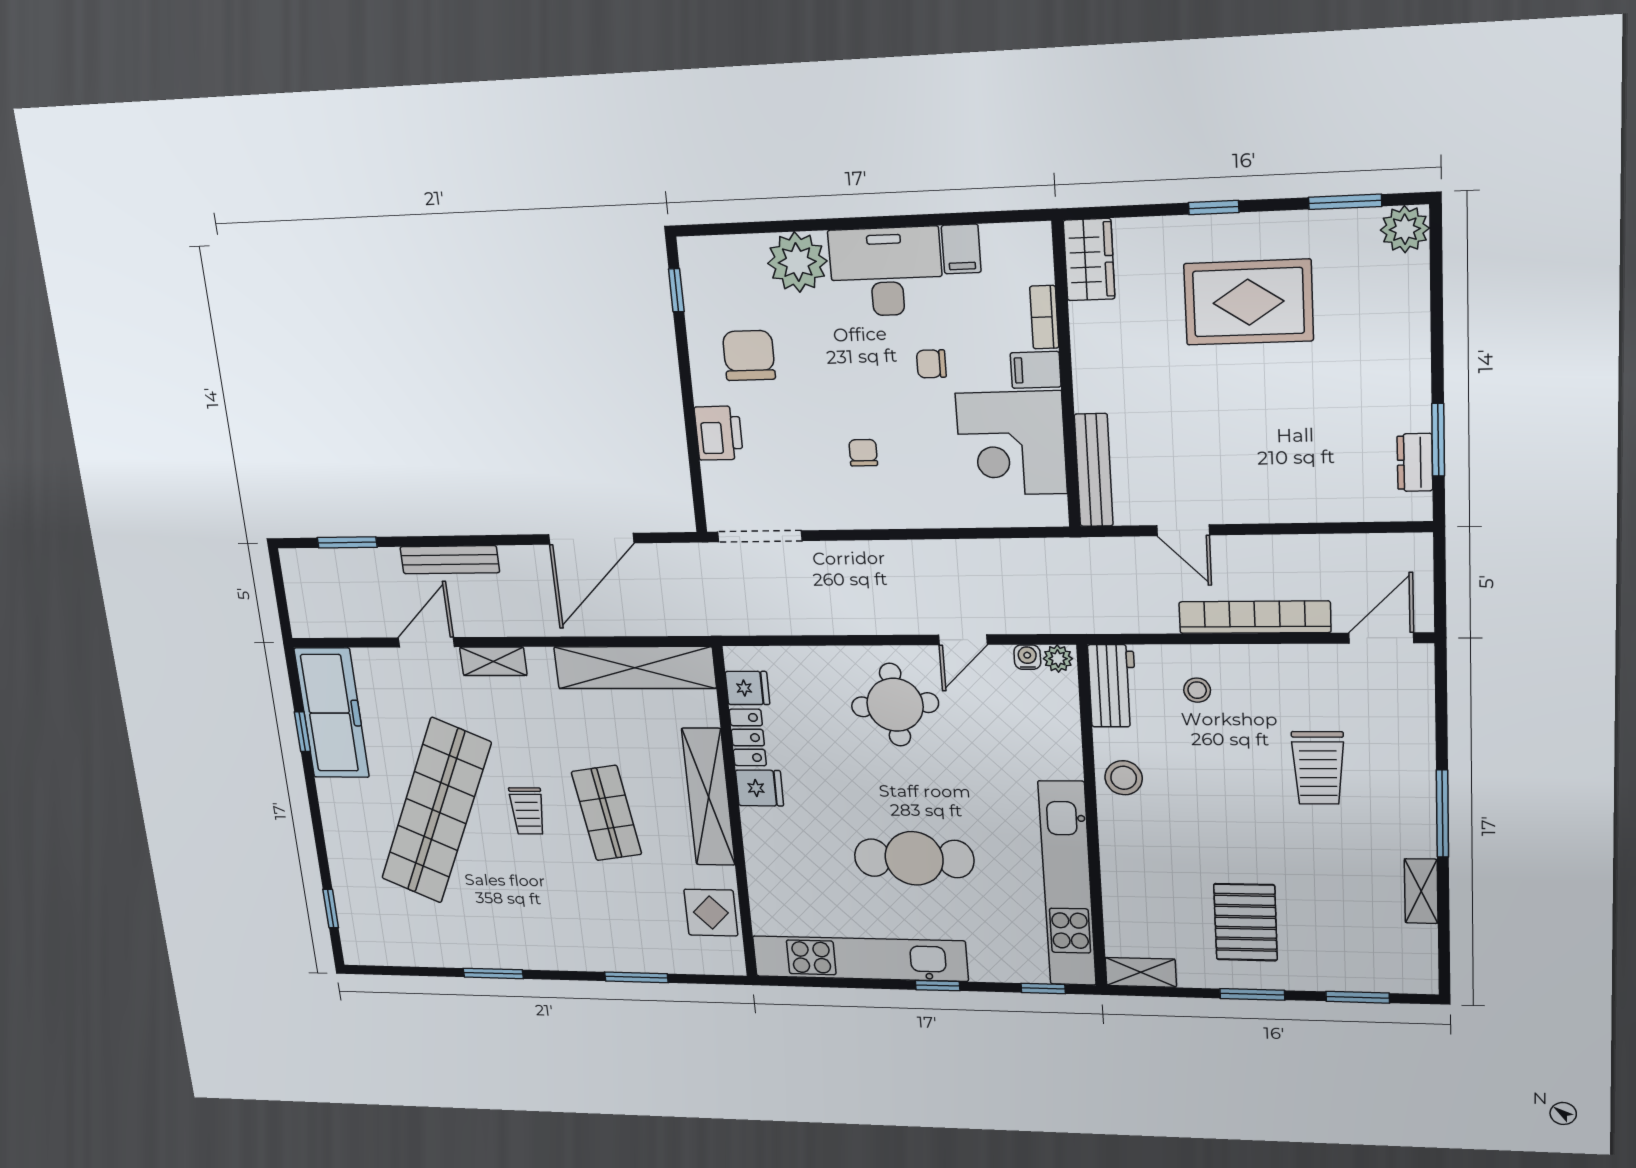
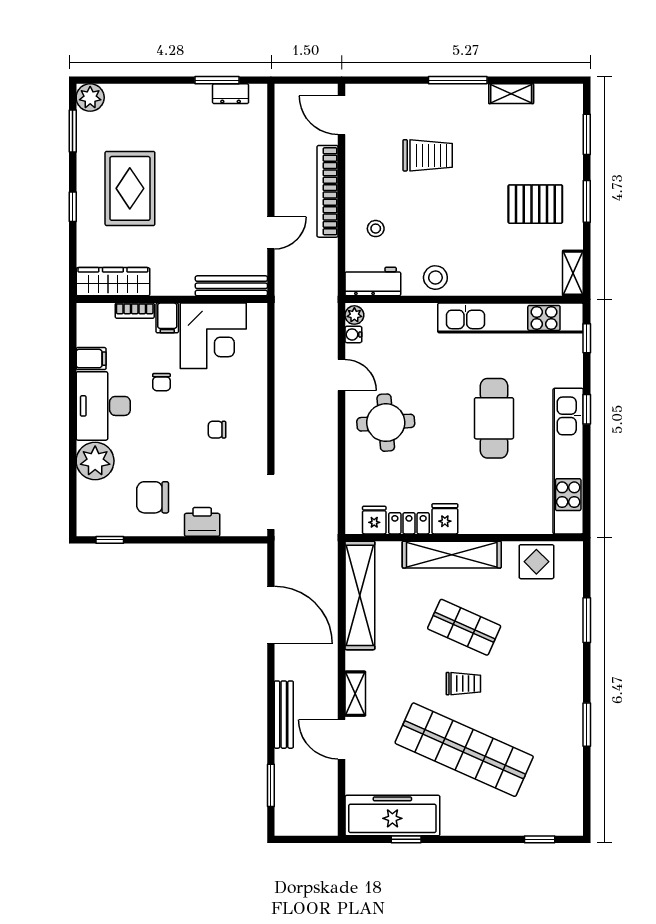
wardrobe: (1089, 260) -> (113, 282), width x1.50
shop shelf: (607, 813) -> (464, 627), turned 33

